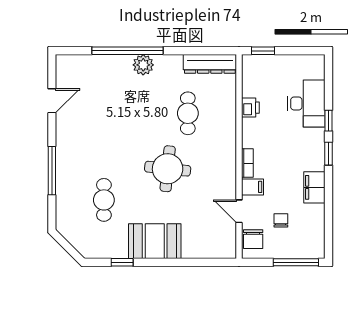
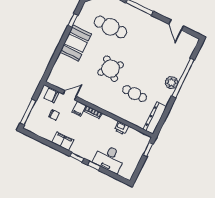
round table: (168, 169) -> (111, 69), turned 37
cafe table: (104, 200) -> (111, 27), width x1.37, depth x1.35

